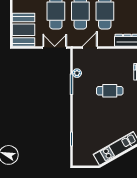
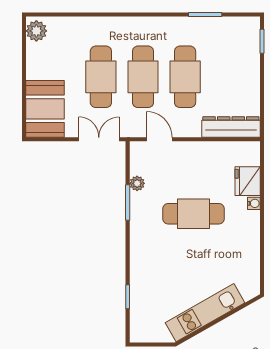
door: (90, 47) -> (159, 139), hinge flipped
cafe table: (110, 91) -> (193, 214), width x1.37, depth x1.35

